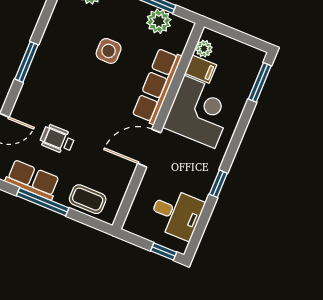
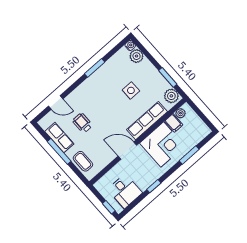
plant: (159, 21) -> (171, 96), moved
window: (27, 62) -> (95, 68), moved
window: (260, 82) -> (189, 155), moved

